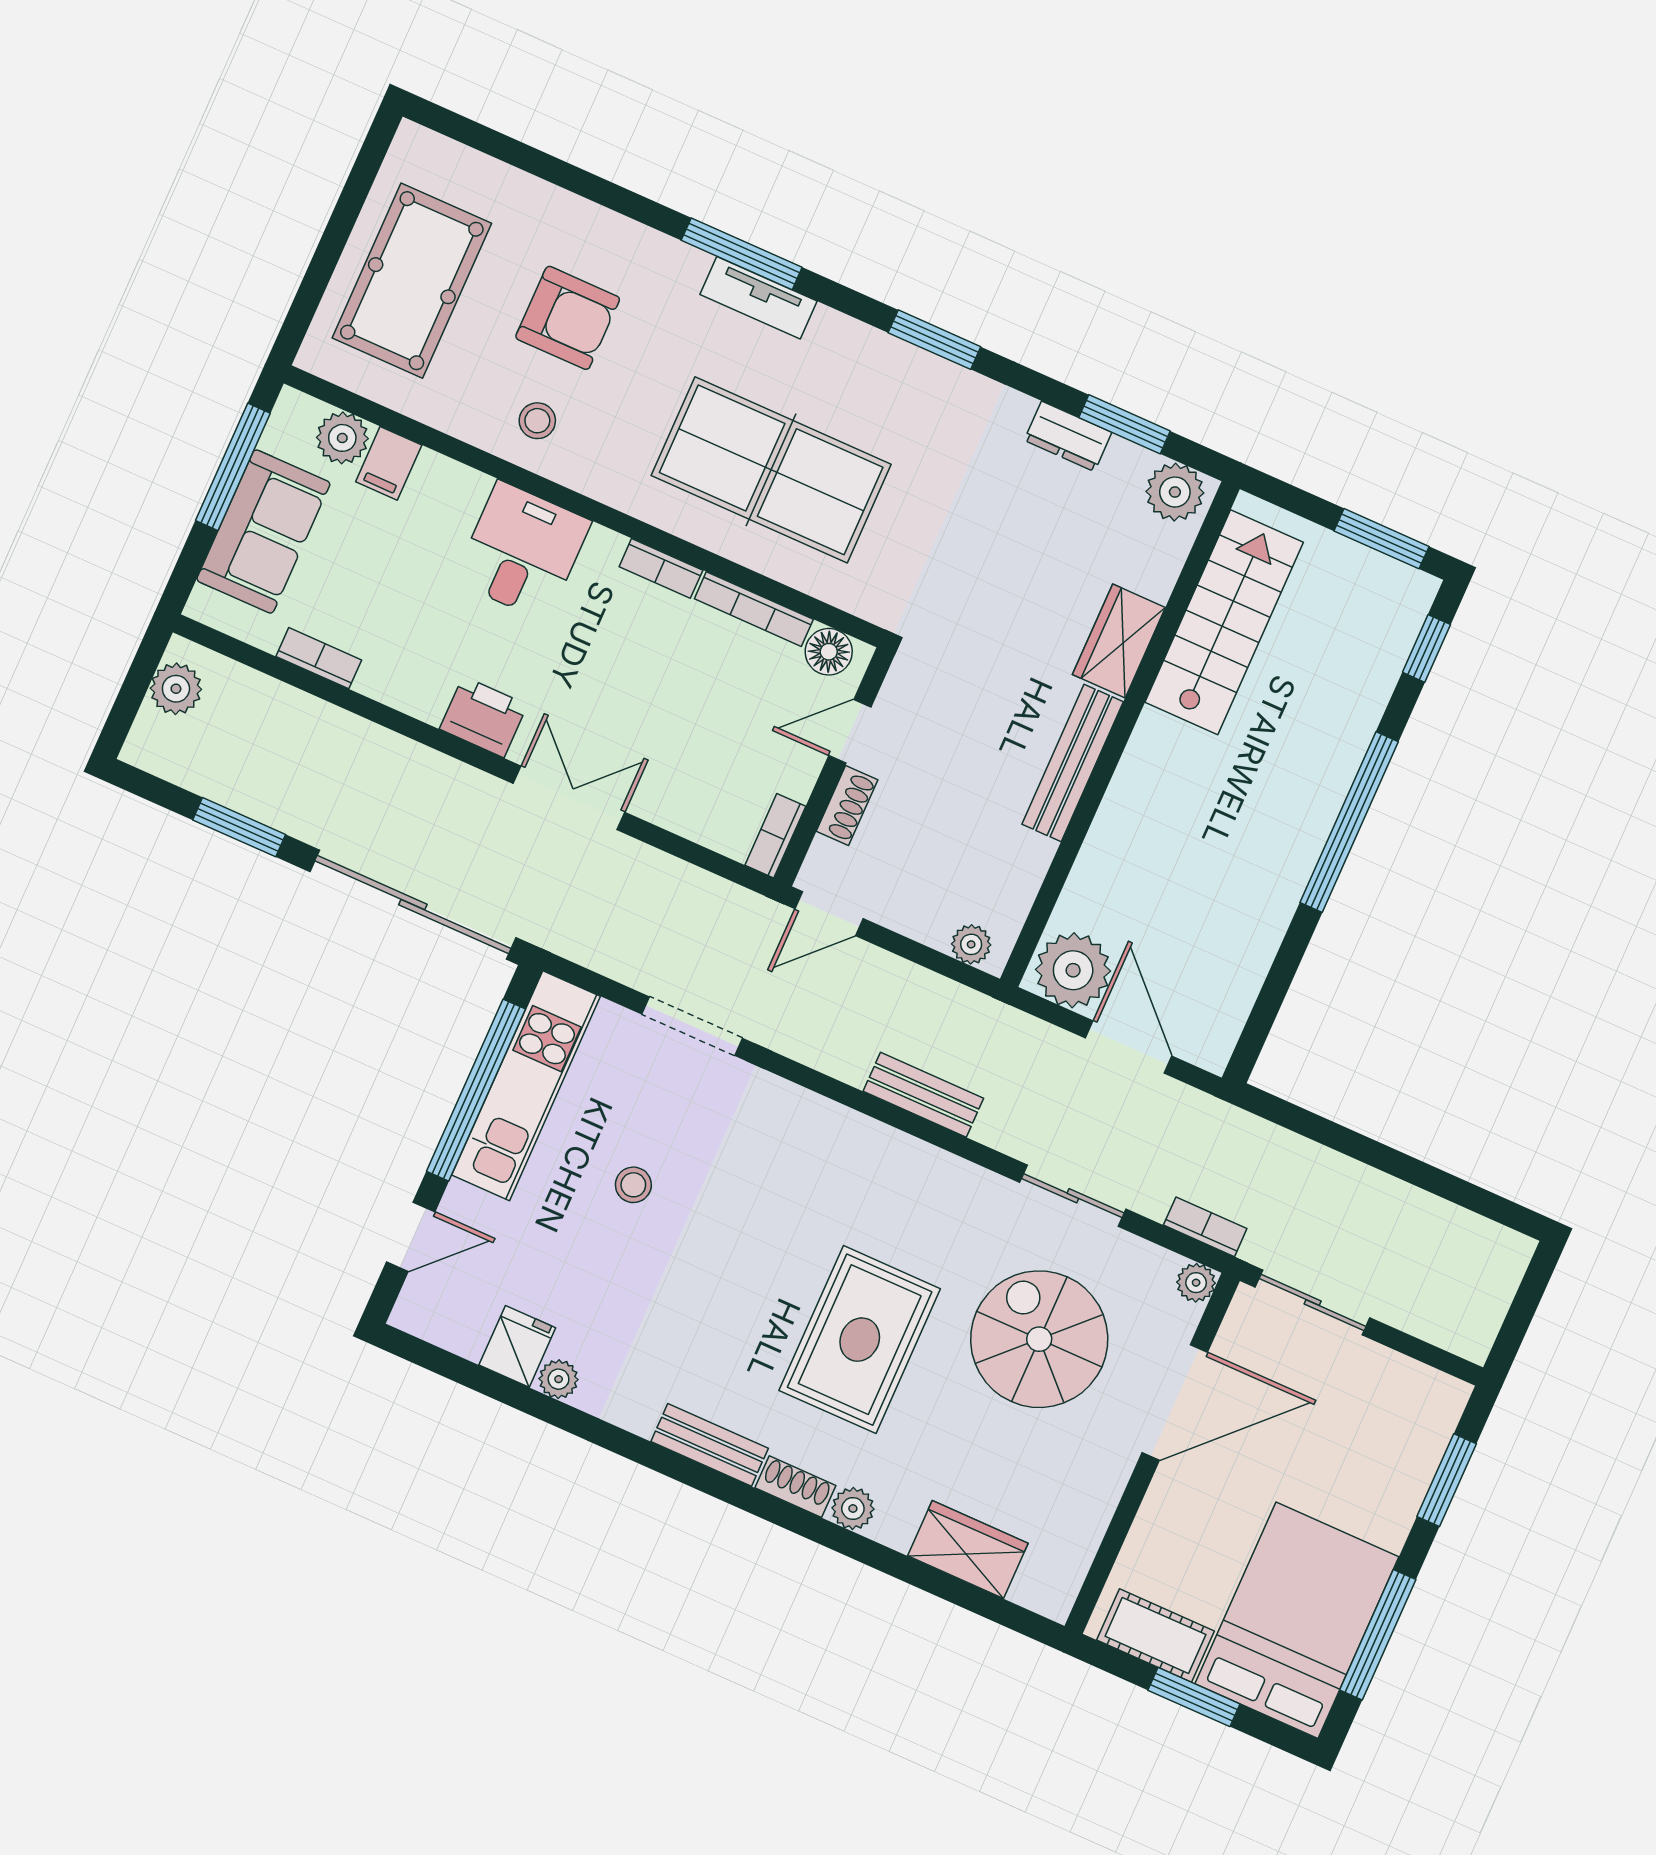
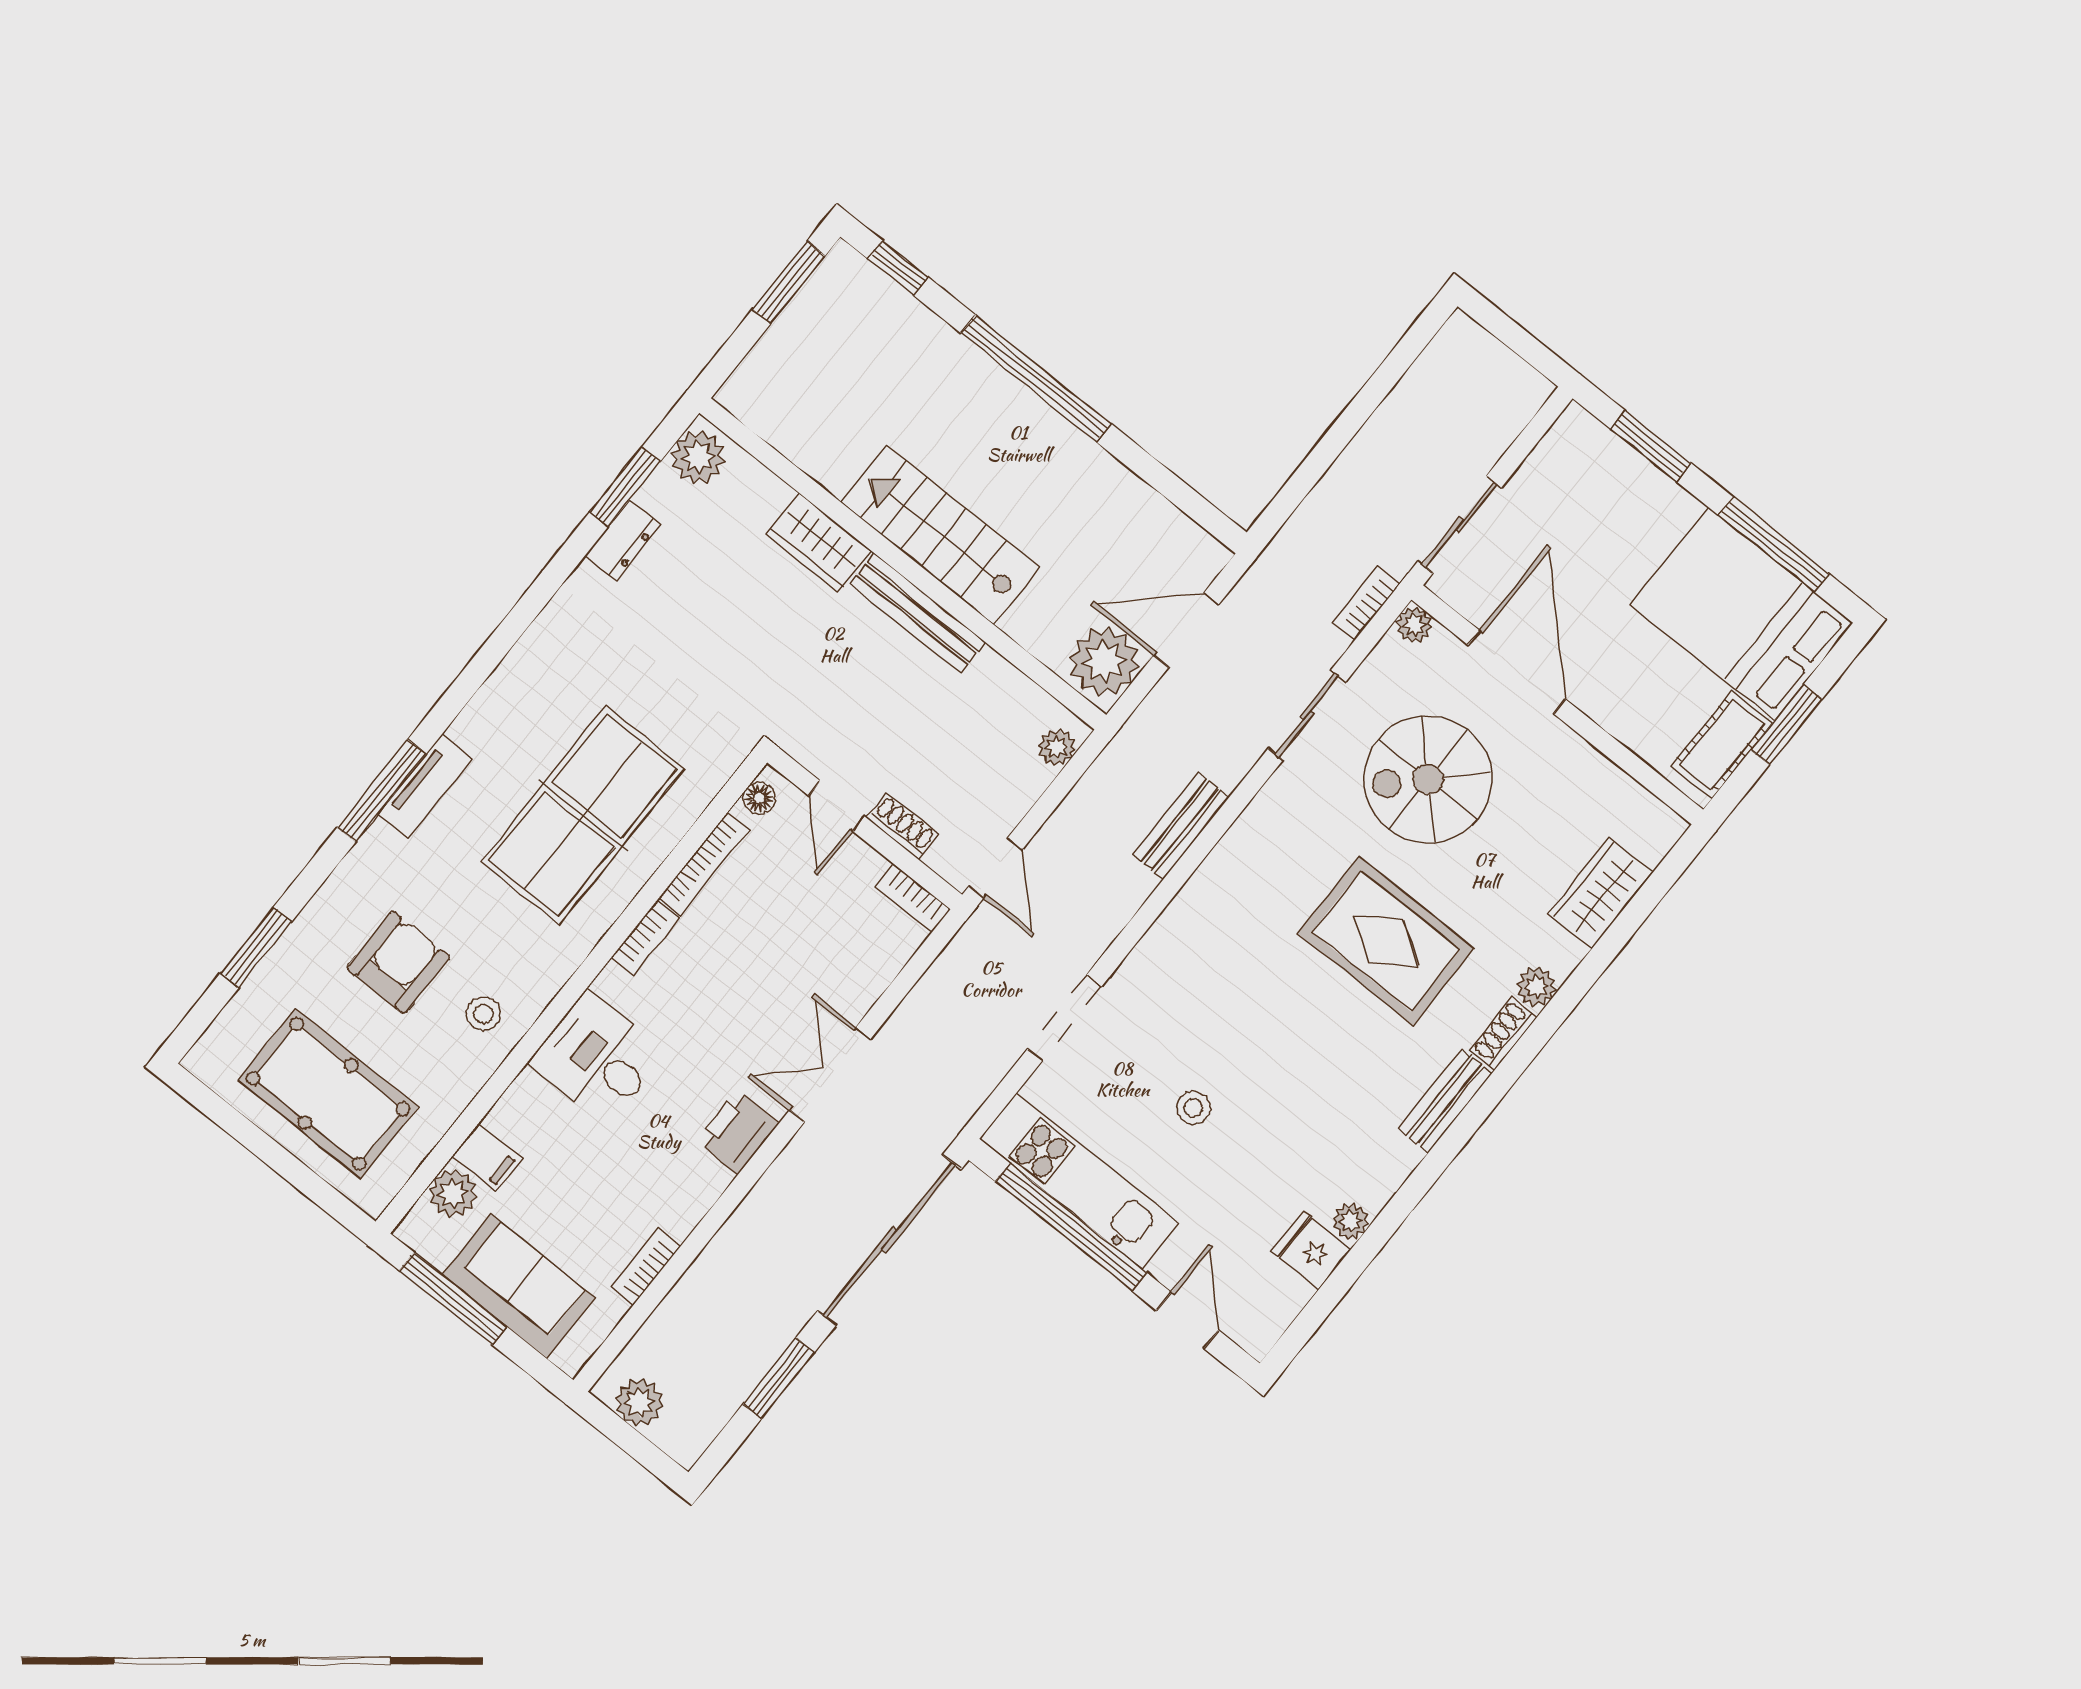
window: (934, 340) -> (256, 947), moved
stairs: (1224, 622) -> (940, 535), moved
floor lamp: (829, 652) -> (759, 798), width x0.73, depth x0.73

